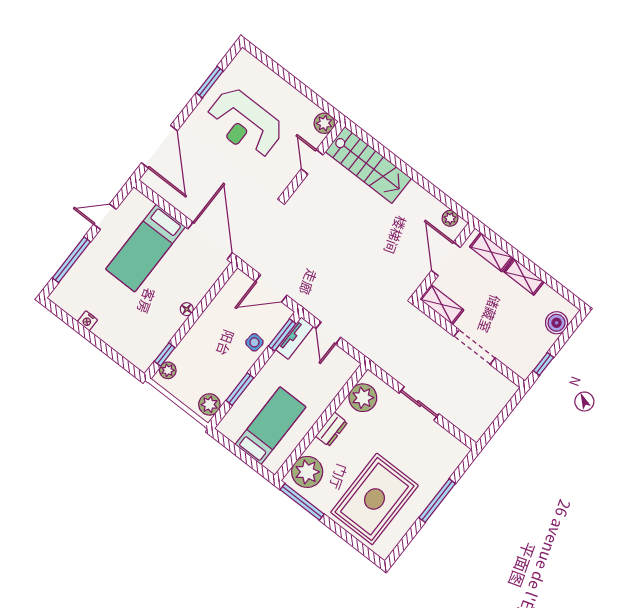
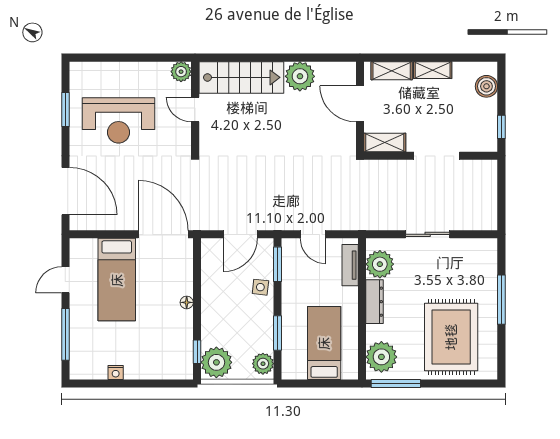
plant: (450, 218) -> (300, 76), moved, width x1.88, depth x1.88
tv unit: (295, 338) -> (350, 265), moved, turned 180
plant: (168, 370) -> (216, 362), width x1.88, depth x1.88
dresser: (332, 429) -> (375, 302), width x1.44

